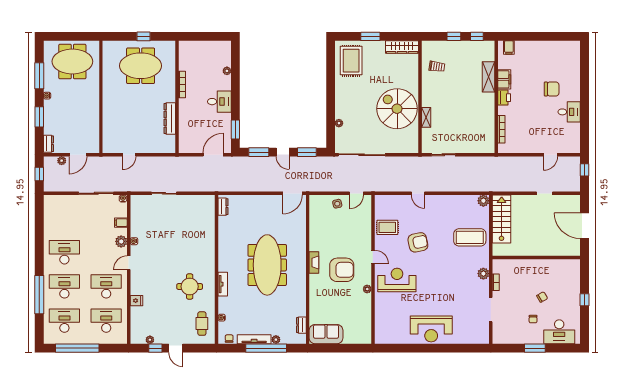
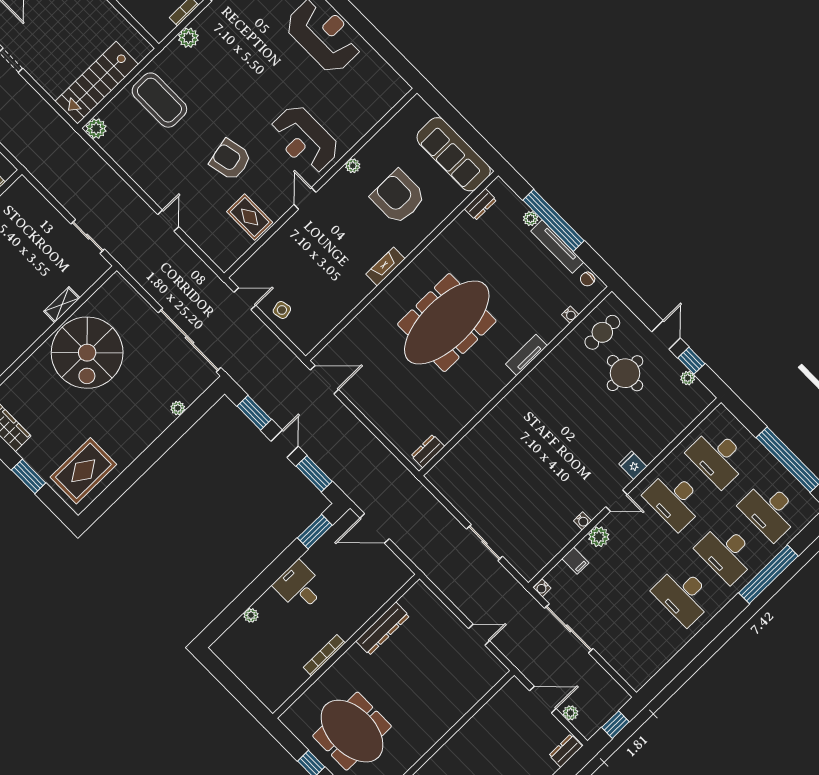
armchair: (342, 270) -> (398, 197), moved
round table: (190, 287) -> (625, 373), moved
fridge: (137, 301) -> (633, 465), moved
sofa: (326, 334) -> (454, 154), width x1.36

